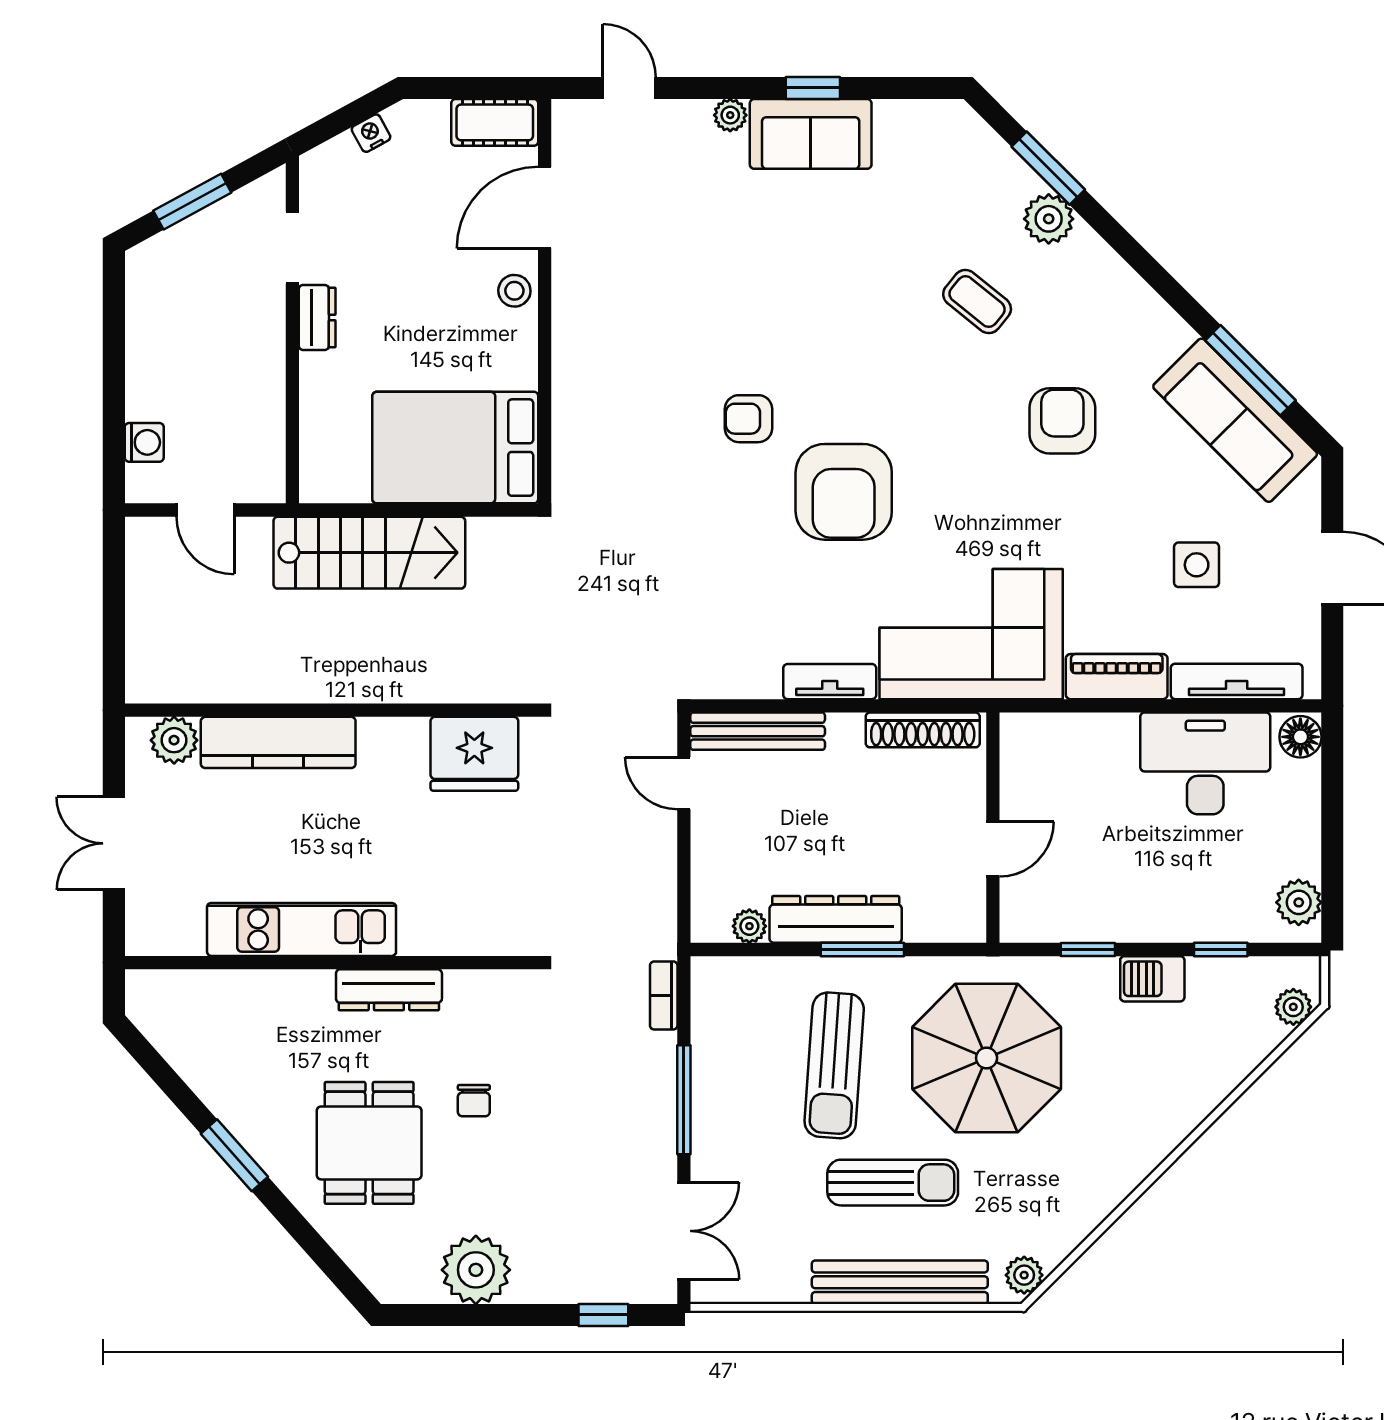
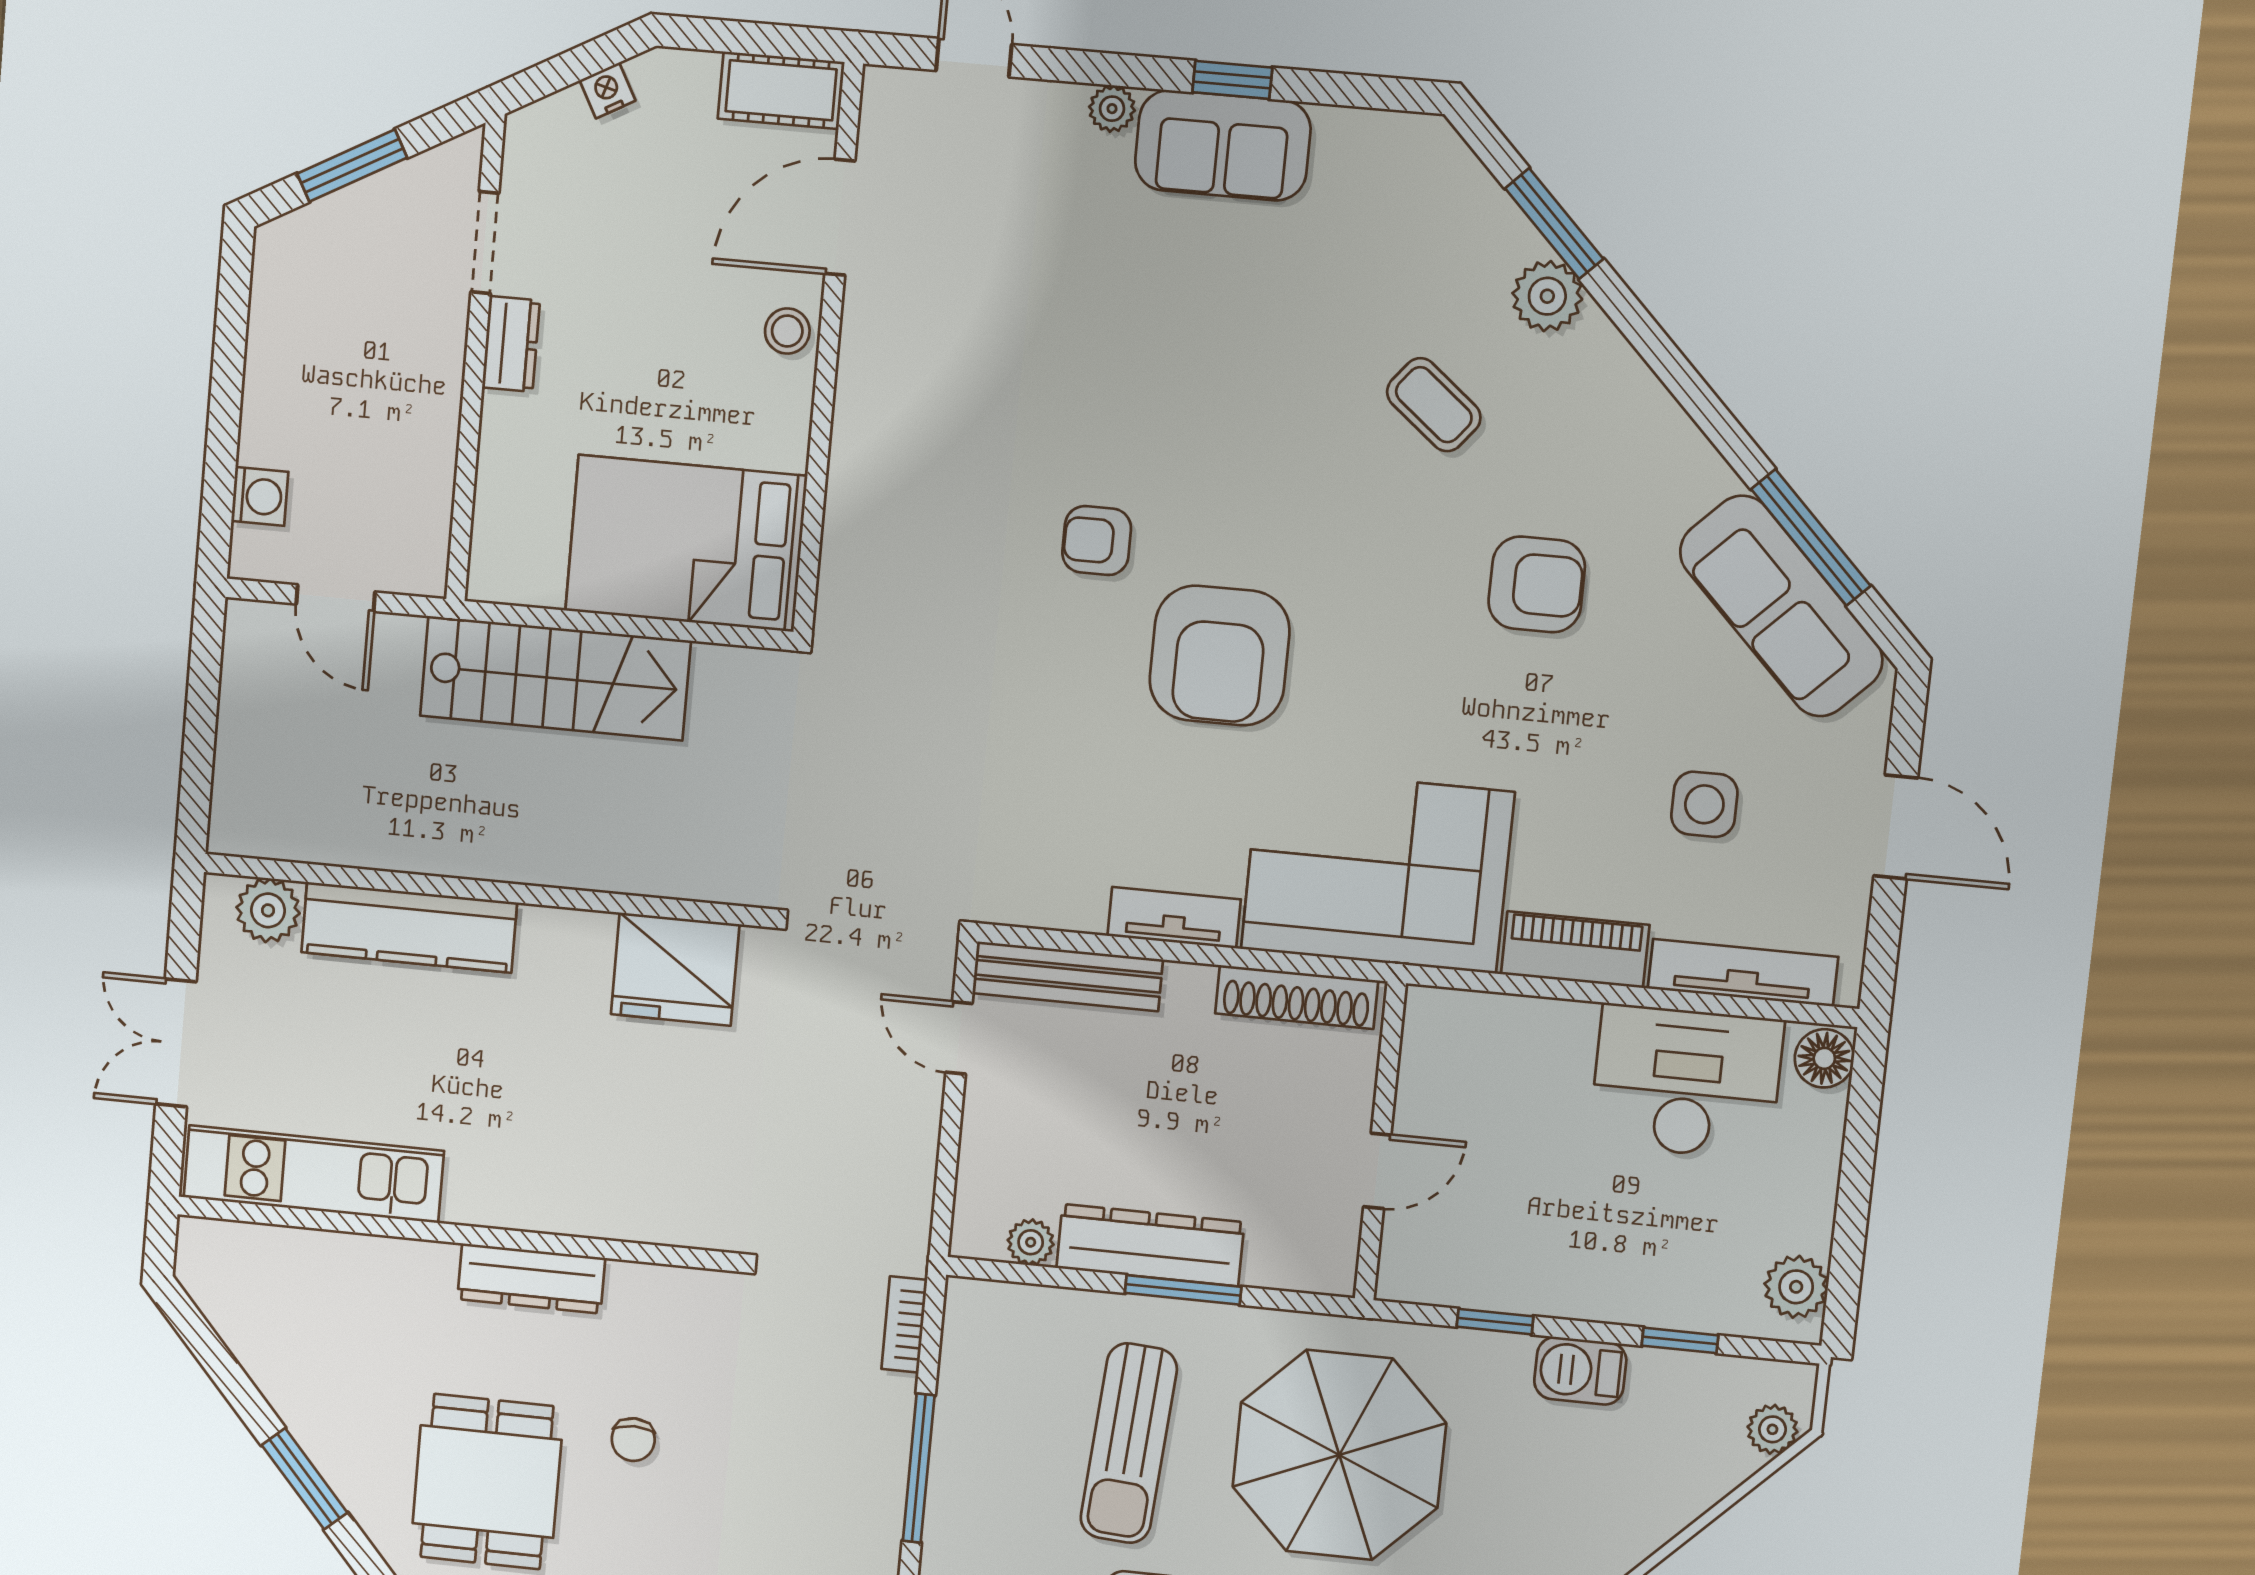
armchair: (1062, 421) -> (1537, 584), turned 90
kitchen unit: (302, 929) -> (314, 1174), moved

